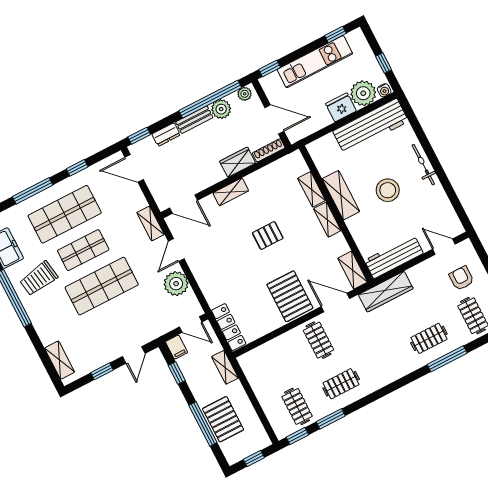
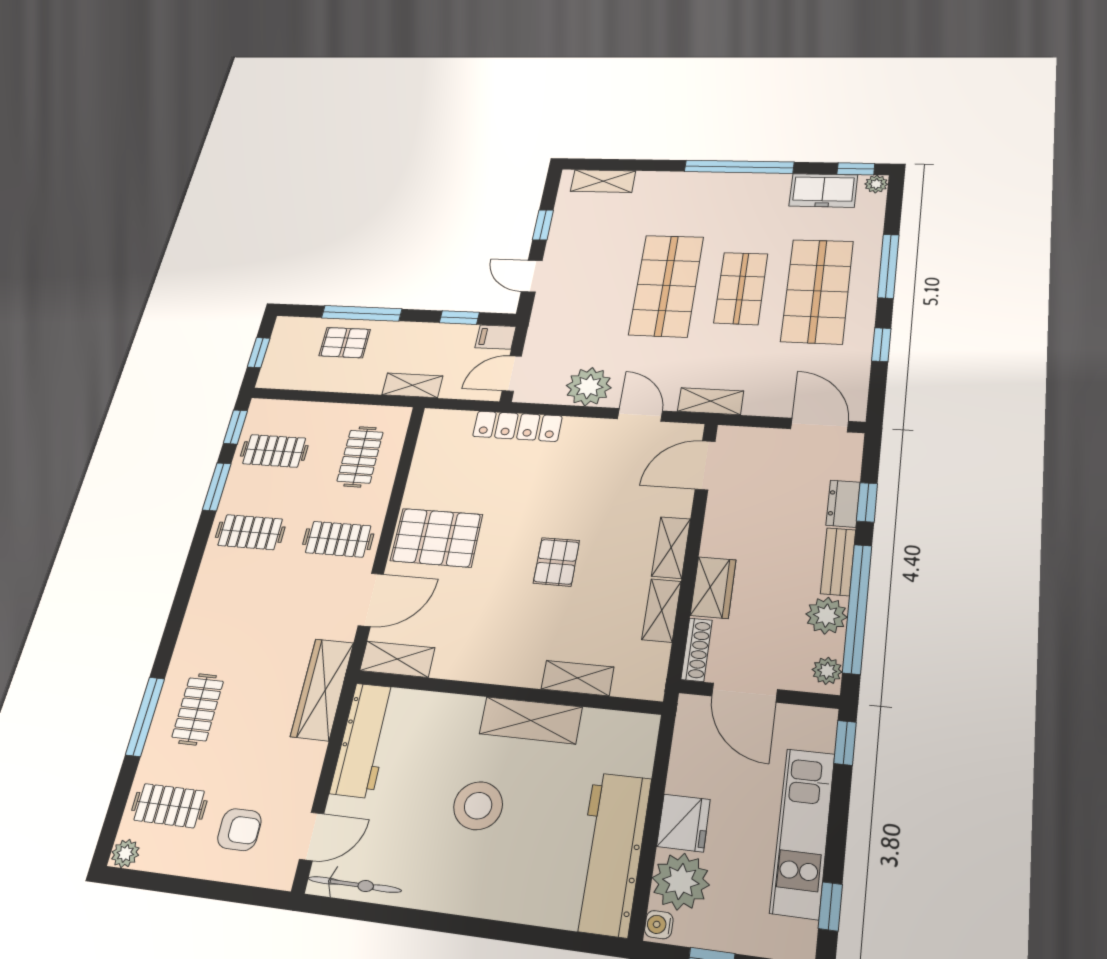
door: (274, 119) -> (744, 693), hinge flipped
window: (139, 136) -> (867, 502), moved
bicycle: (423, 165) -> (354, 885), moved
door: (134, 168) -> (820, 425), hinge flipped
shelving: (327, 220) -> (662, 610), moved, turned 90
trolley: (39, 279) -> (743, 211), removed
locker: (229, 327) -> (517, 426), moved
clothes rail: (275, 363) -> (360, 457), added
clothes rail: (341, 384) -> (250, 532), turned 90
pallet: (223, 419) -> (345, 343), width x0.67, depth x0.71

